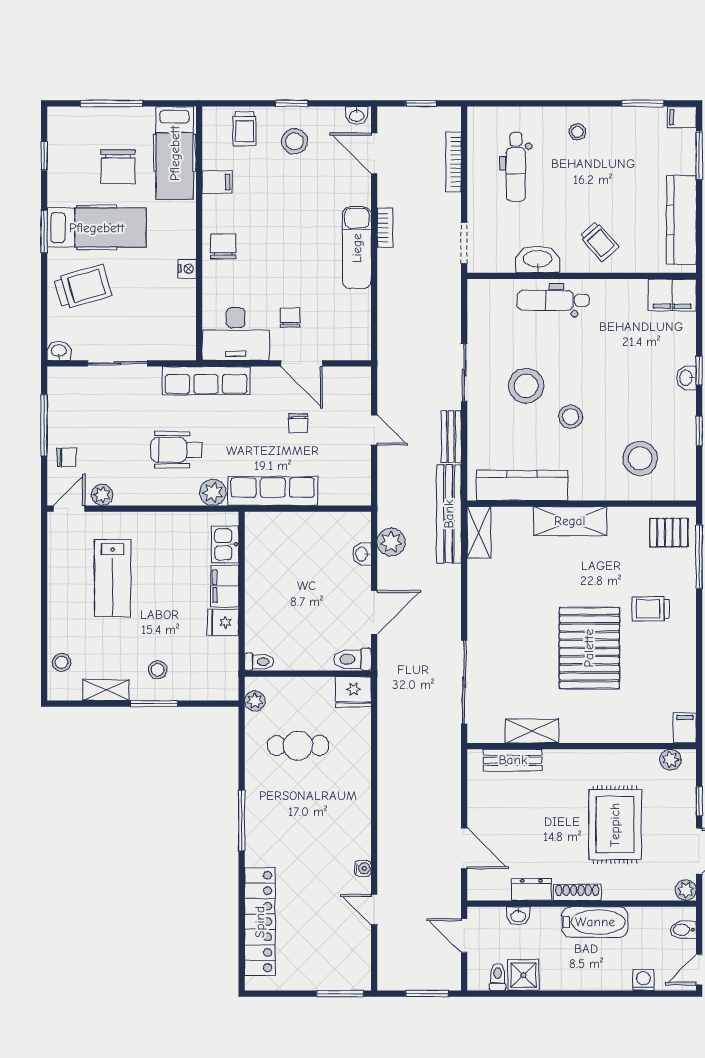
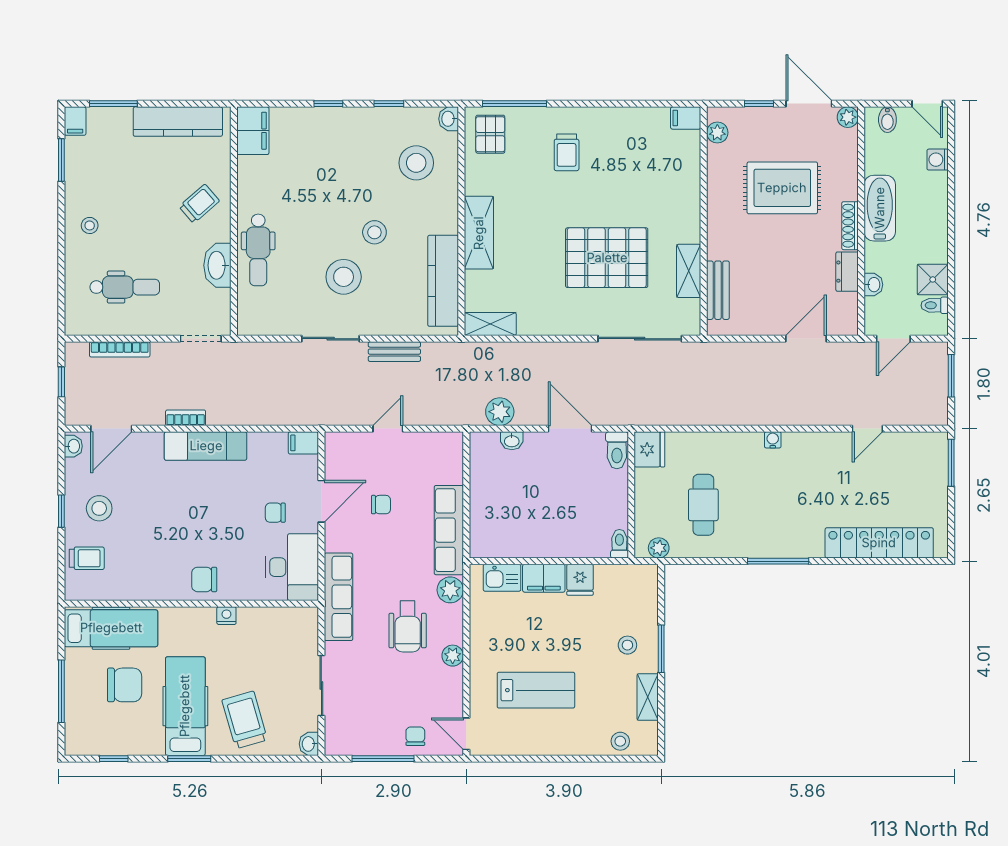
filing cabinet: (217, 182) -> (303, 443), moved, turned -90
washbasin: (686, 378) -> (449, 119), moved, turned 90
plant: (102, 495) -> (453, 656), moved
bench: (449, 514) -> (472, 354), removed
pallet: (589, 648) -> (607, 258), moved
water cooler: (363, 868) -> (773, 440), moved

